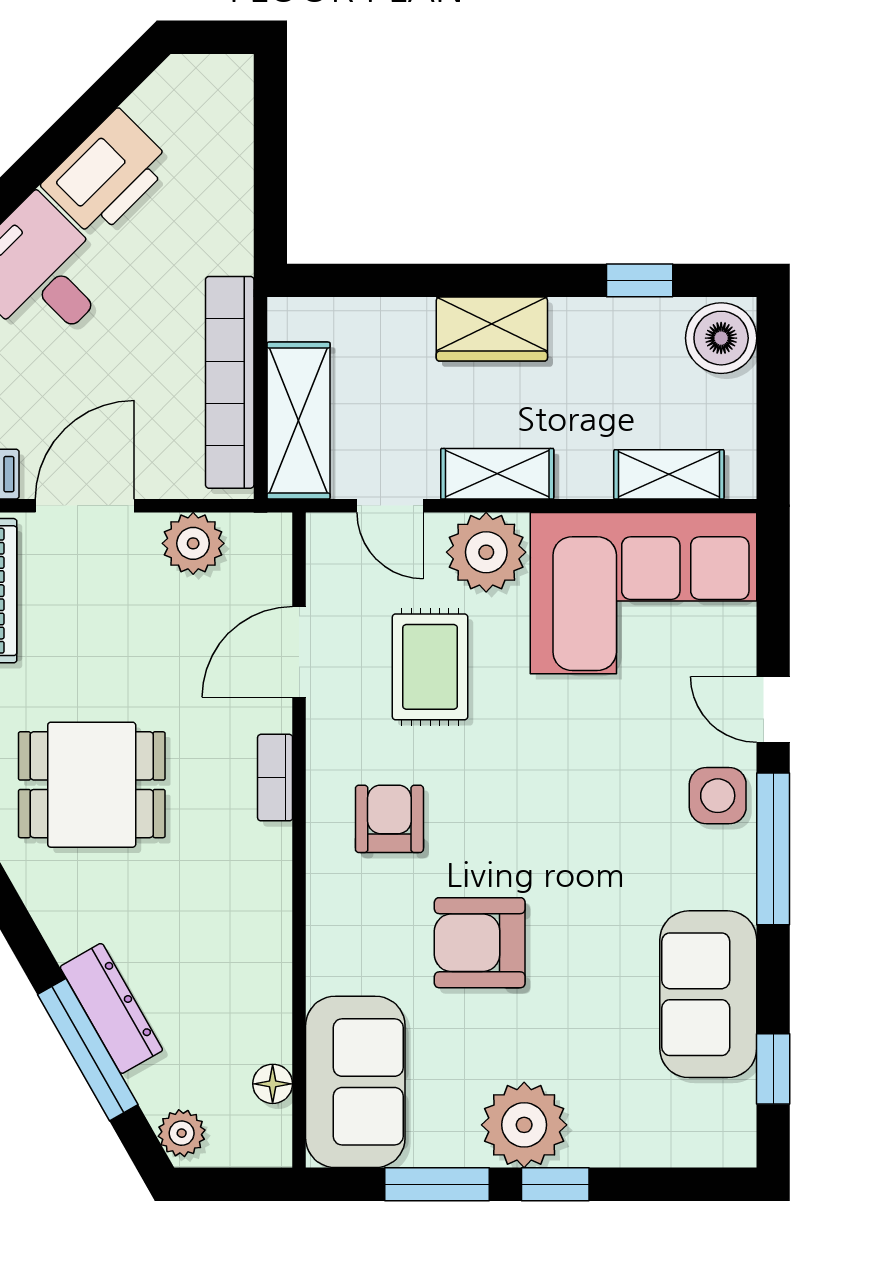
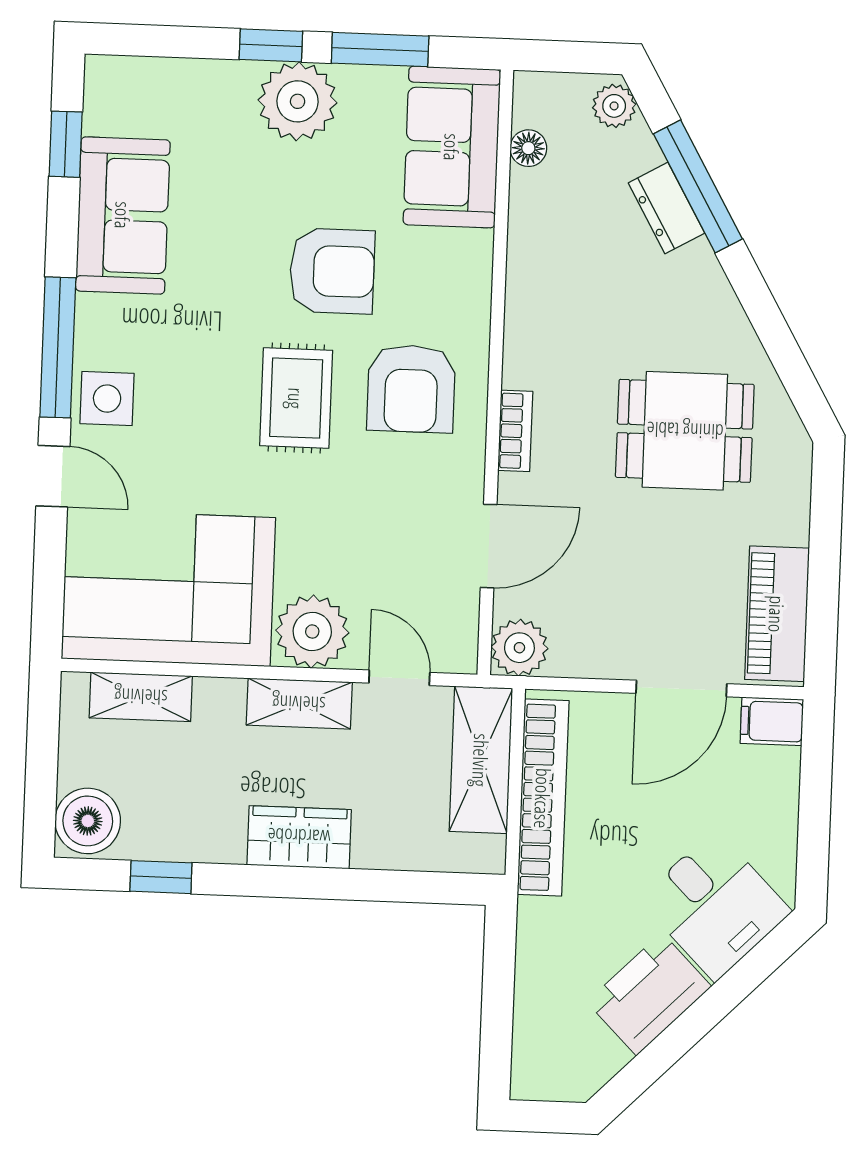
plant: (193, 543) -> (519, 648), moved
rug: (430, 667) -> (296, 398), moved
armchair: (389, 819) -> (411, 389), width x1.38, depth x1.38
dresser: (111, 1008) -> (666, 208), width x0.70

